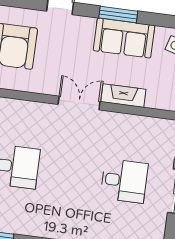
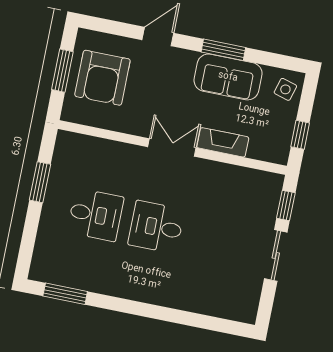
desk: (124, 181) -> (156, 227), moved, turned 180

